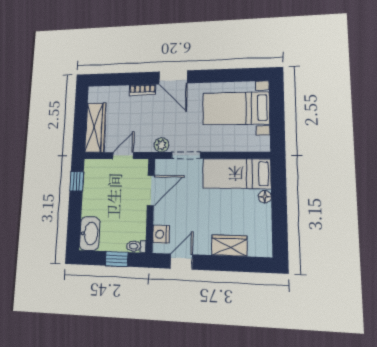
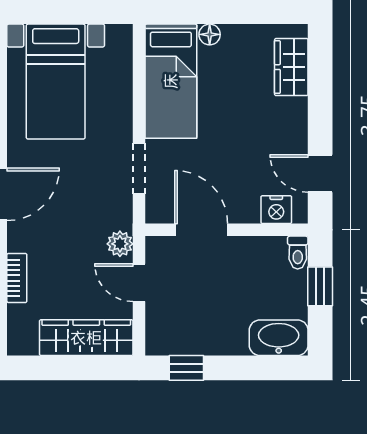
bookcase: (142, 90) -> (17, 278), moved
plant: (161, 145) -> (120, 244), moved
wardrobe: (229, 246) -> (291, 67), moved

